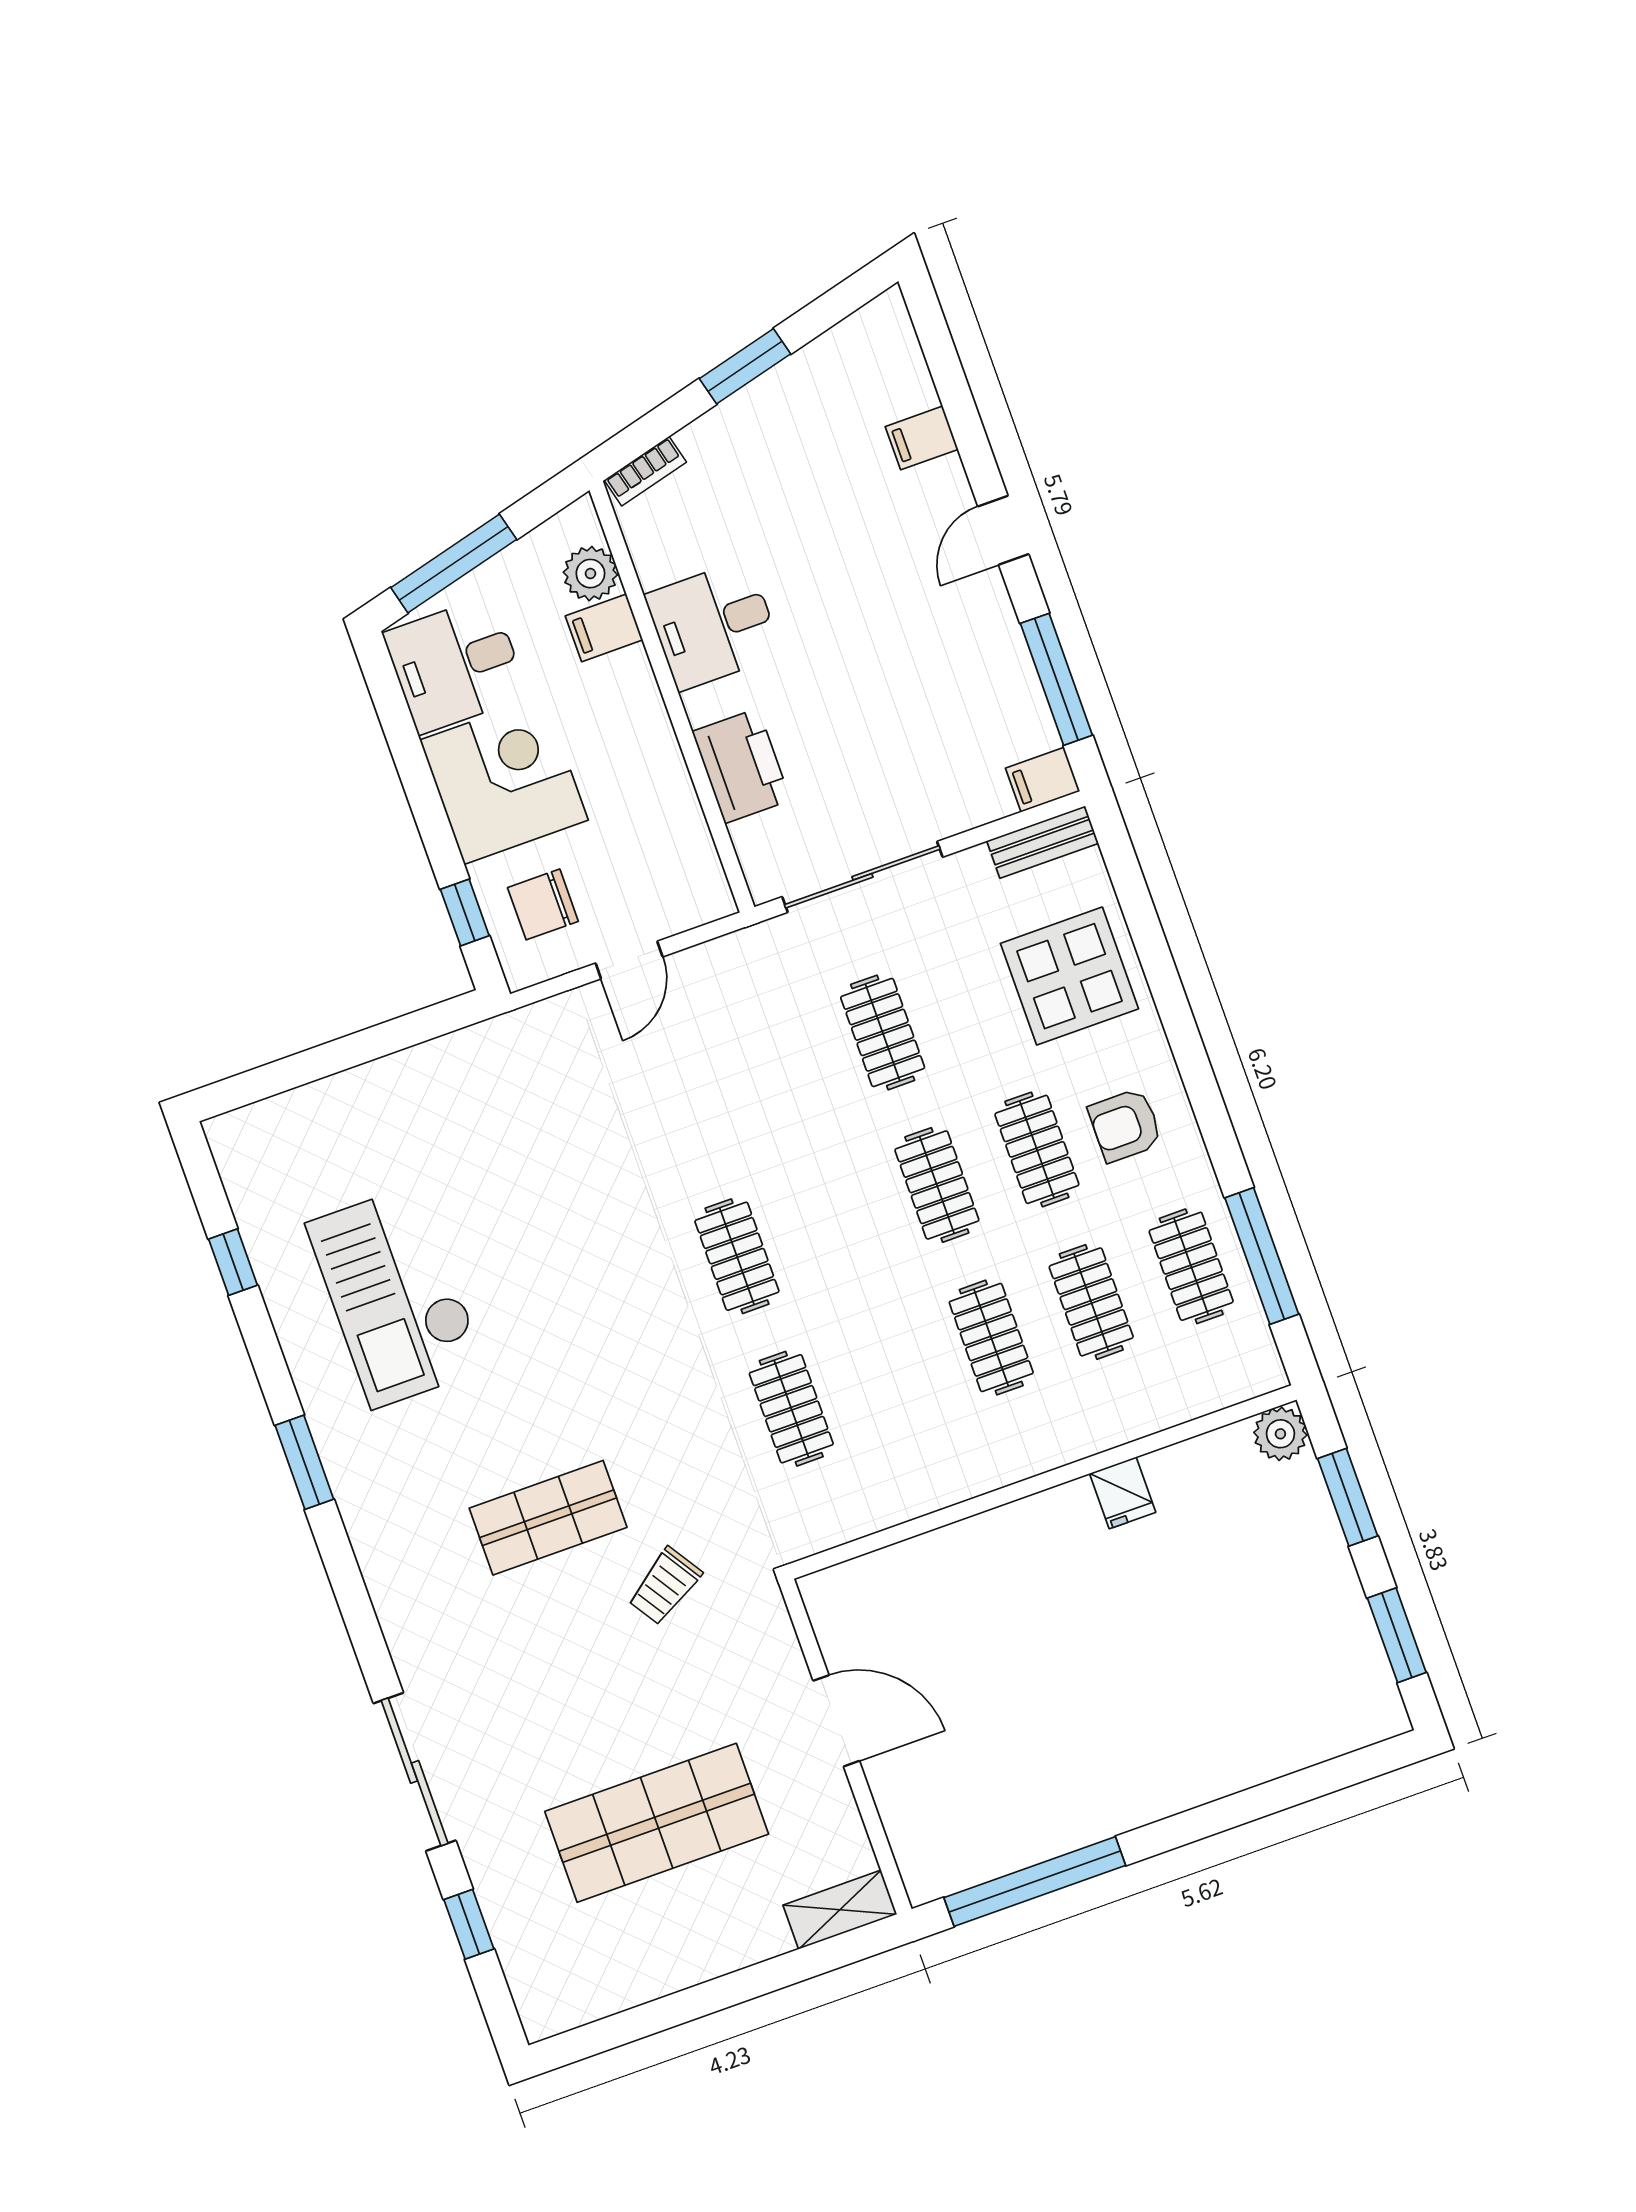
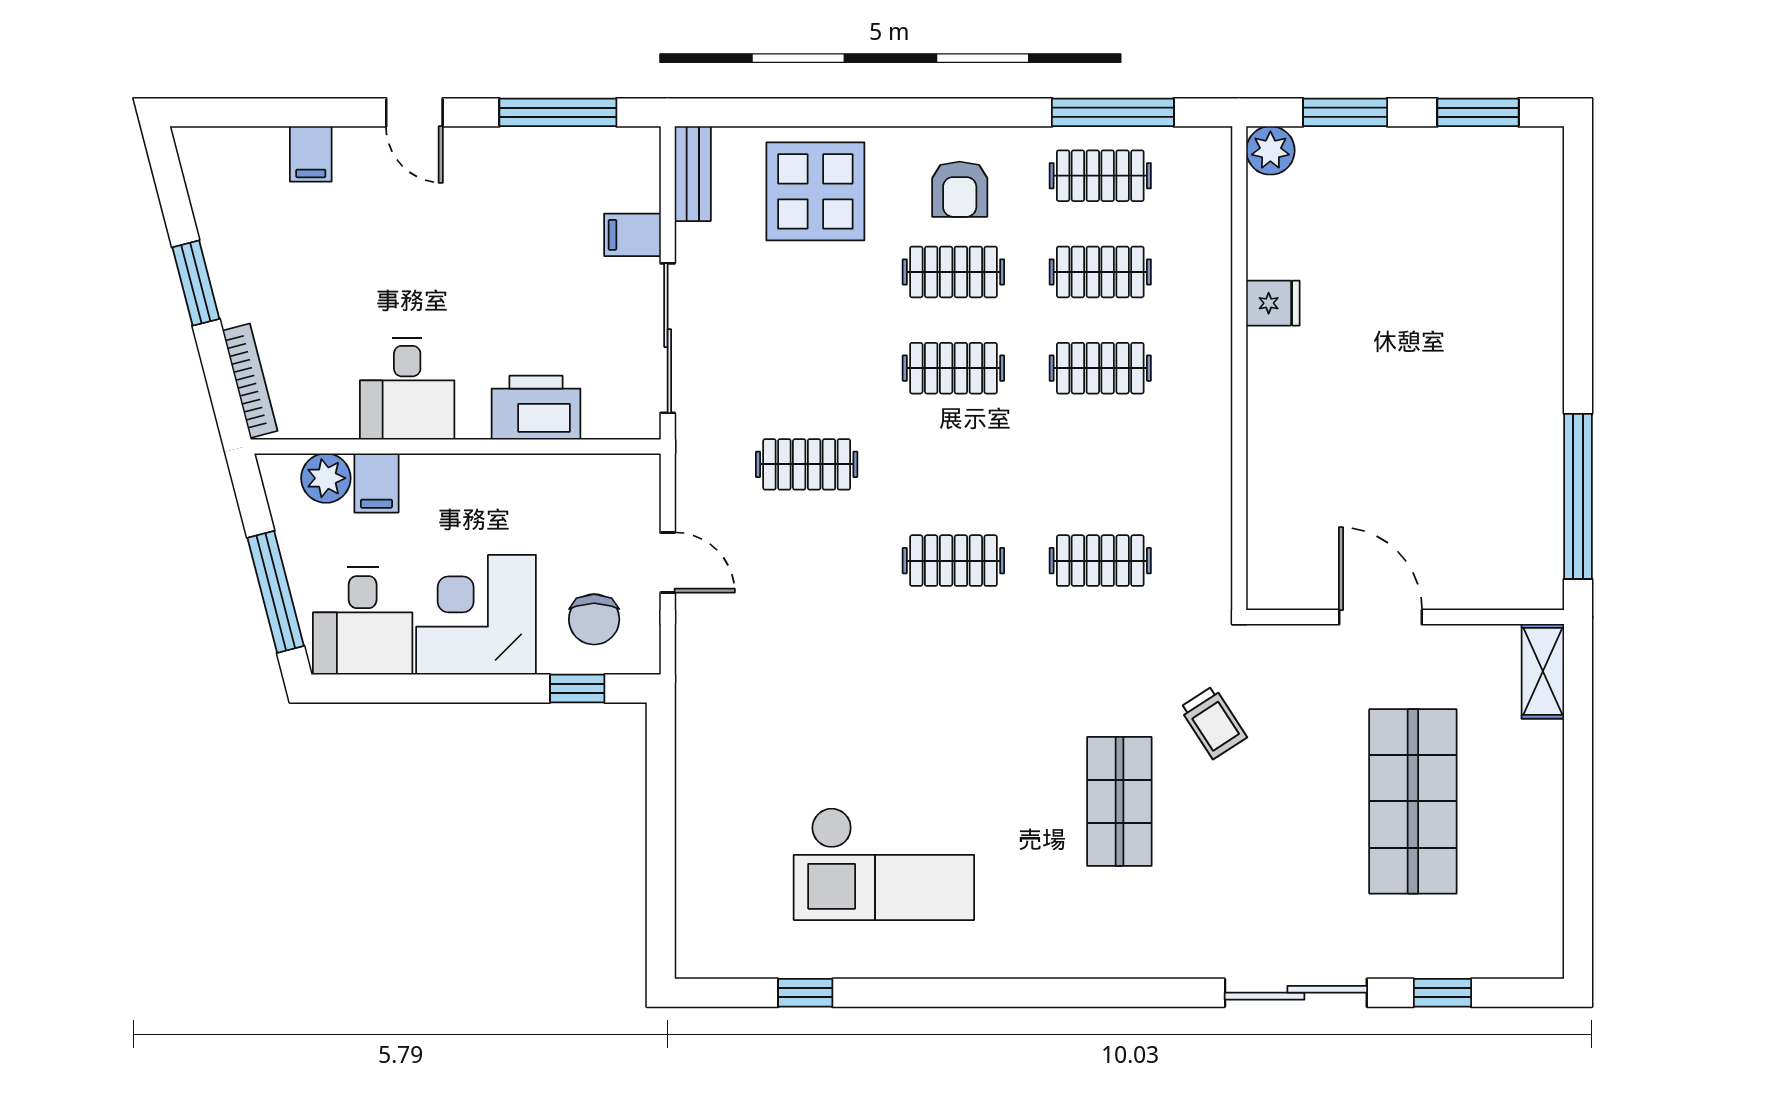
bookcase: (645, 471) -> (250, 381), width x1.56
filing cabinet: (1043, 780) -> (632, 235), moved, turned 90
clothes rail: (883, 1032) -> (807, 464), moved
window: (304, 1462) -> (998, 993), removed
door: (836, 1721) -> (1380, 617), hinge flipped

